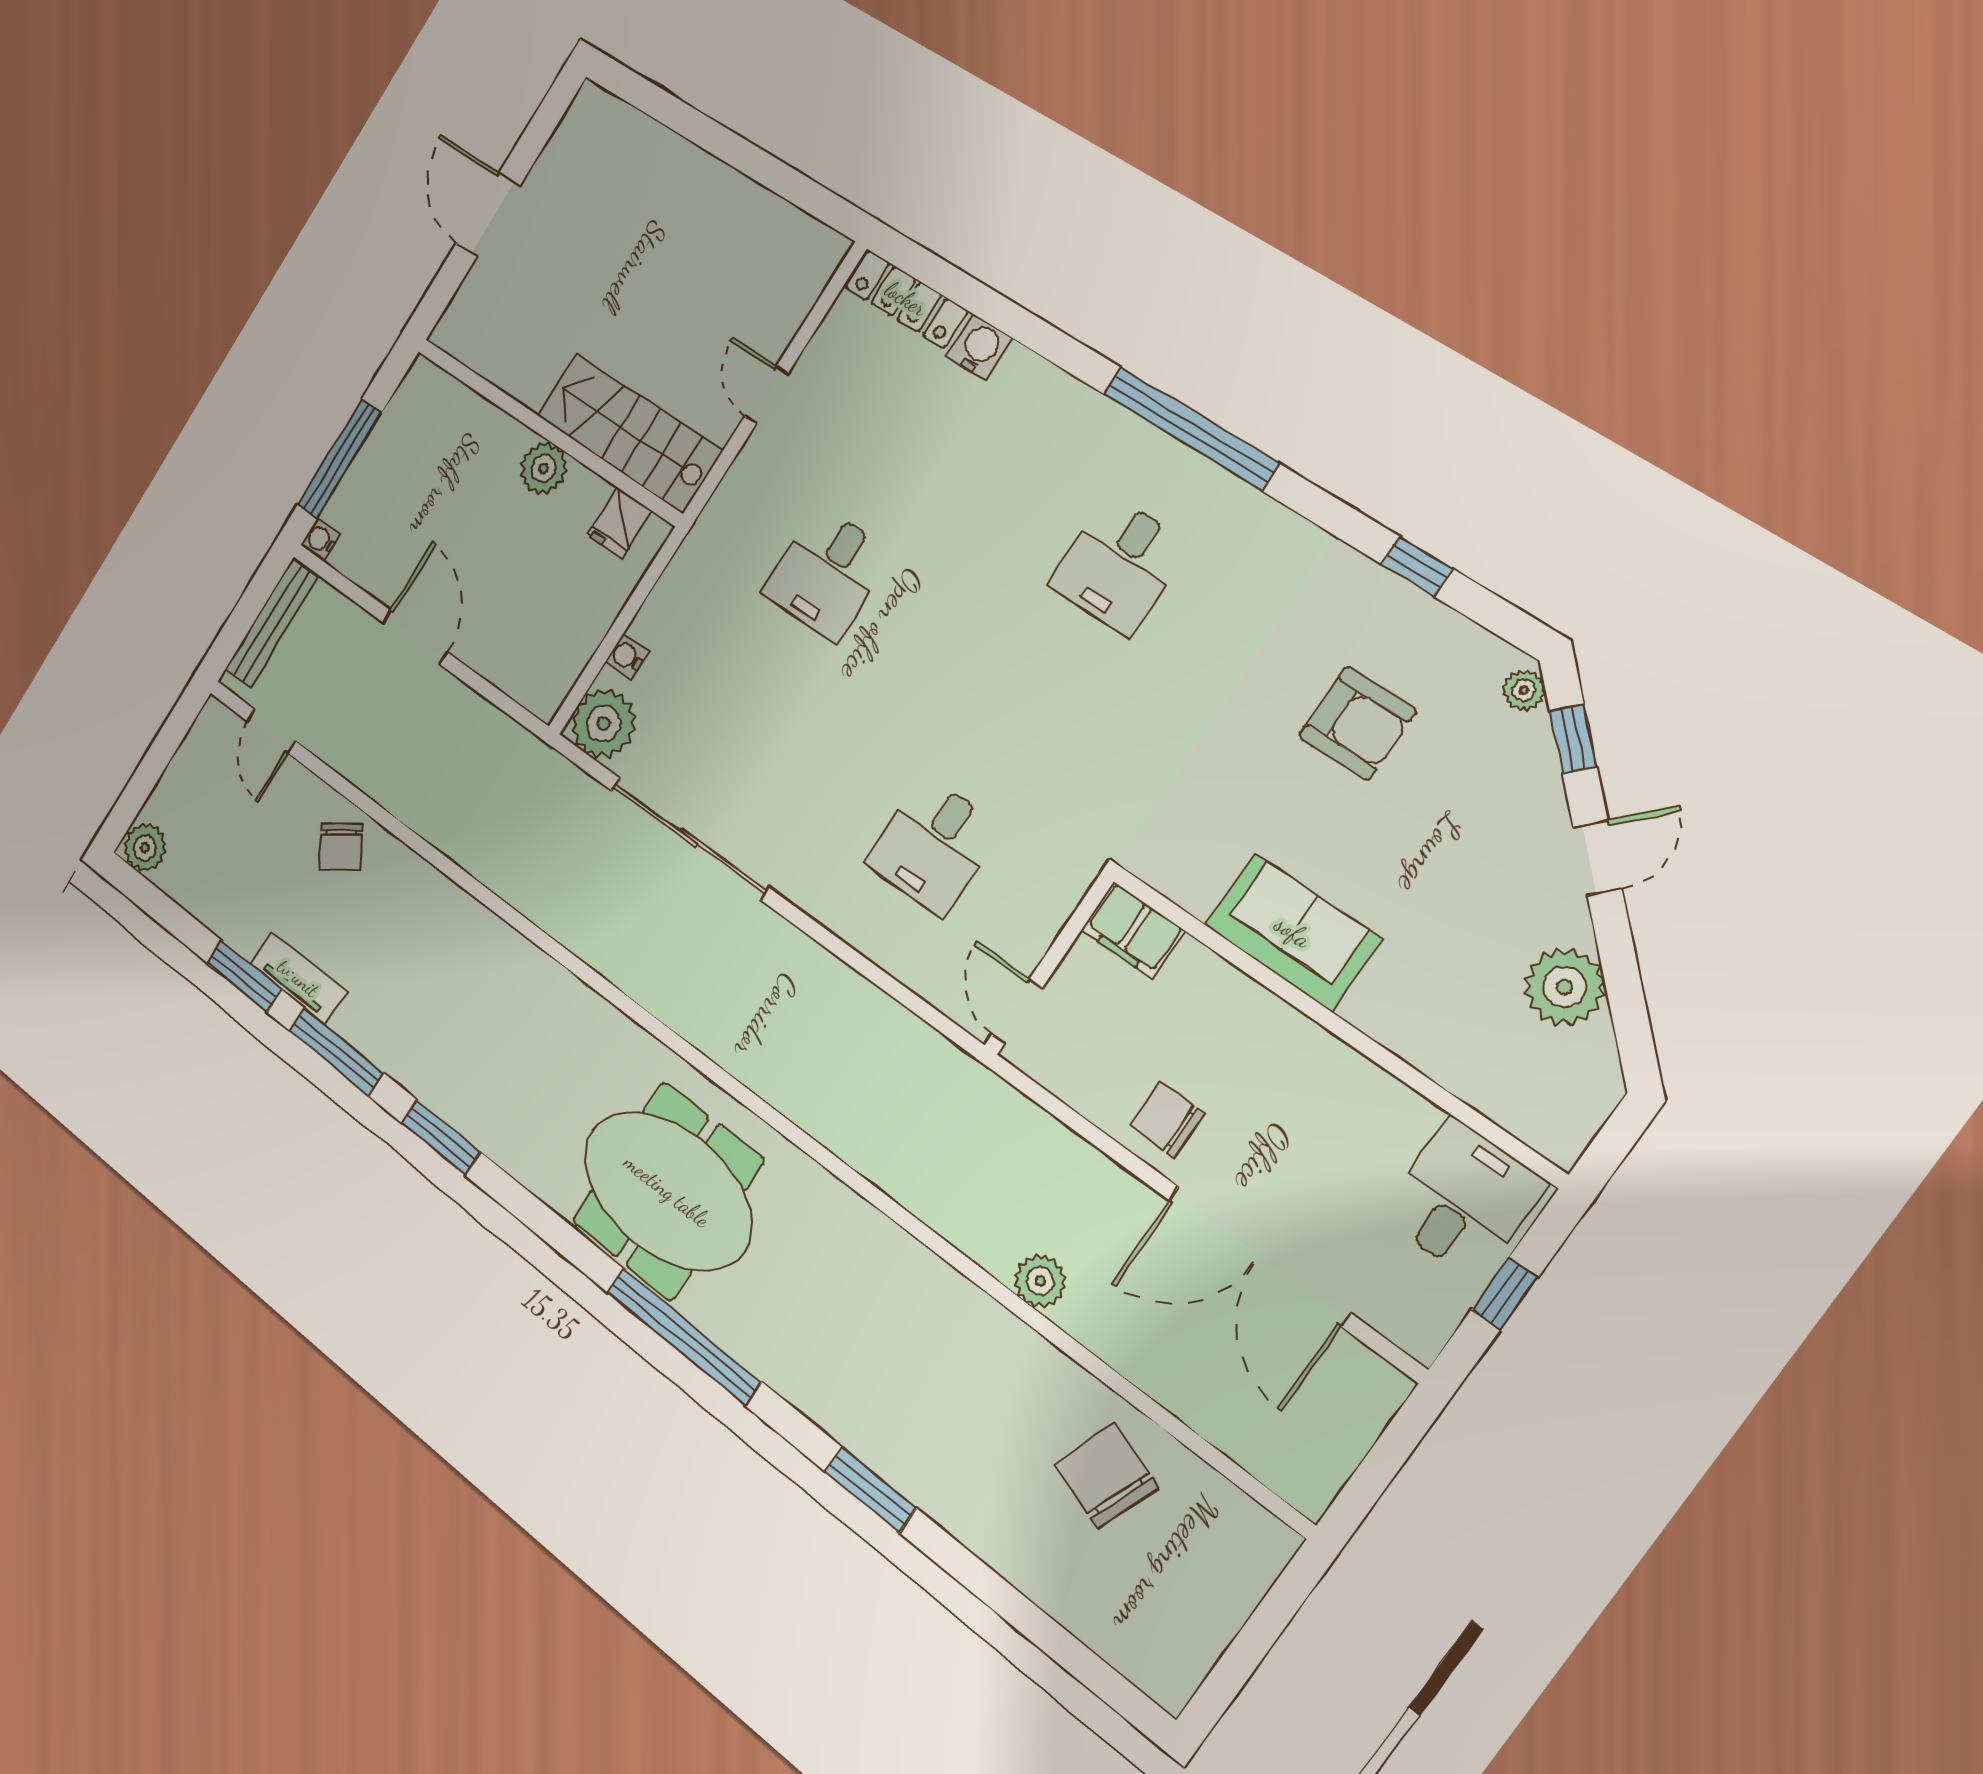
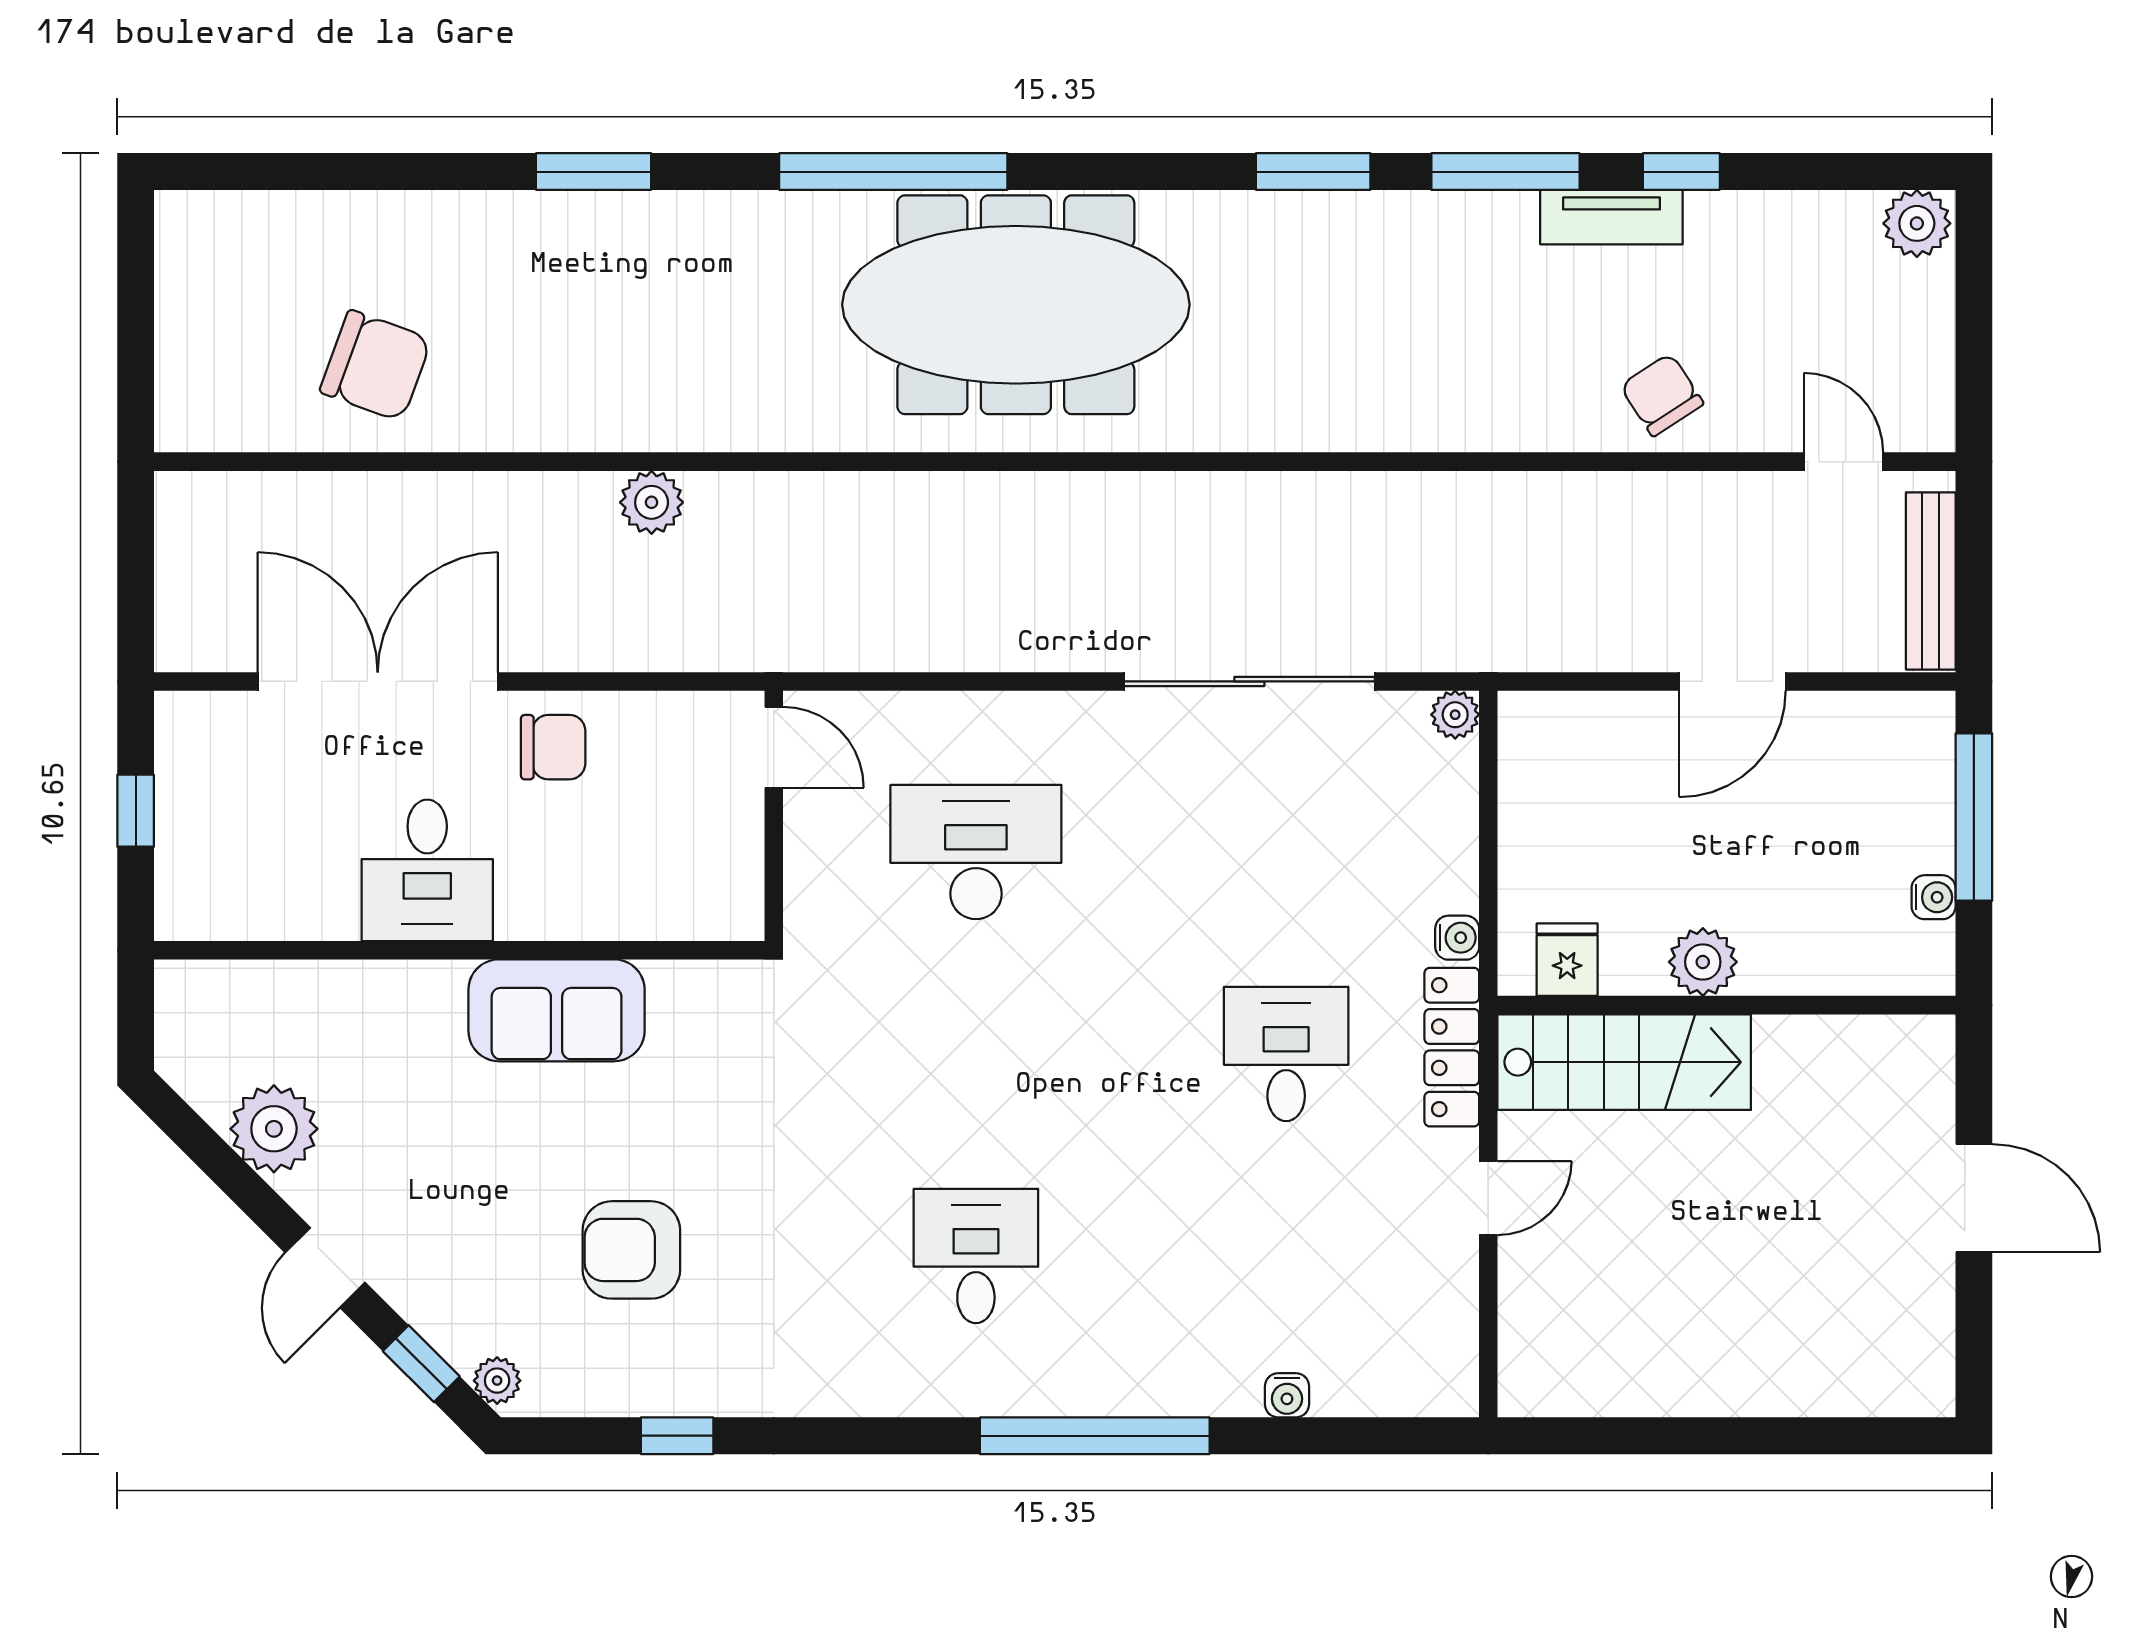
locker: (906, 299) -> (1452, 1047), moved, turned -90
water cooler: (980, 347) -> (1287, 1395), width x0.72, depth x0.72
door: (766, 395) -> (1488, 1198), hinge flipped
window: (1191, 428) -> (1095, 1436), moved
water cooler: (320, 540) -> (1934, 897), moved
door: (415, 637) -> (1732, 681), hinge flipped
water cooler: (627, 657) -> (1457, 938), moved
plant: (604, 724) -> (1455, 715), width x0.53, depth x0.53
desk: (933, 845) -> (976, 852), width x1.37
filing cabinet: (1133, 930) -> (713, 906), removed
window: (244, 976) -> (1681, 172), width x0.67
meeting table: (667, 1191) -> (1016, 305), width x1.36
desk: (1463, 1199) -> (427, 870), moved
plant: (1040, 1281) -> (652, 502), moved

